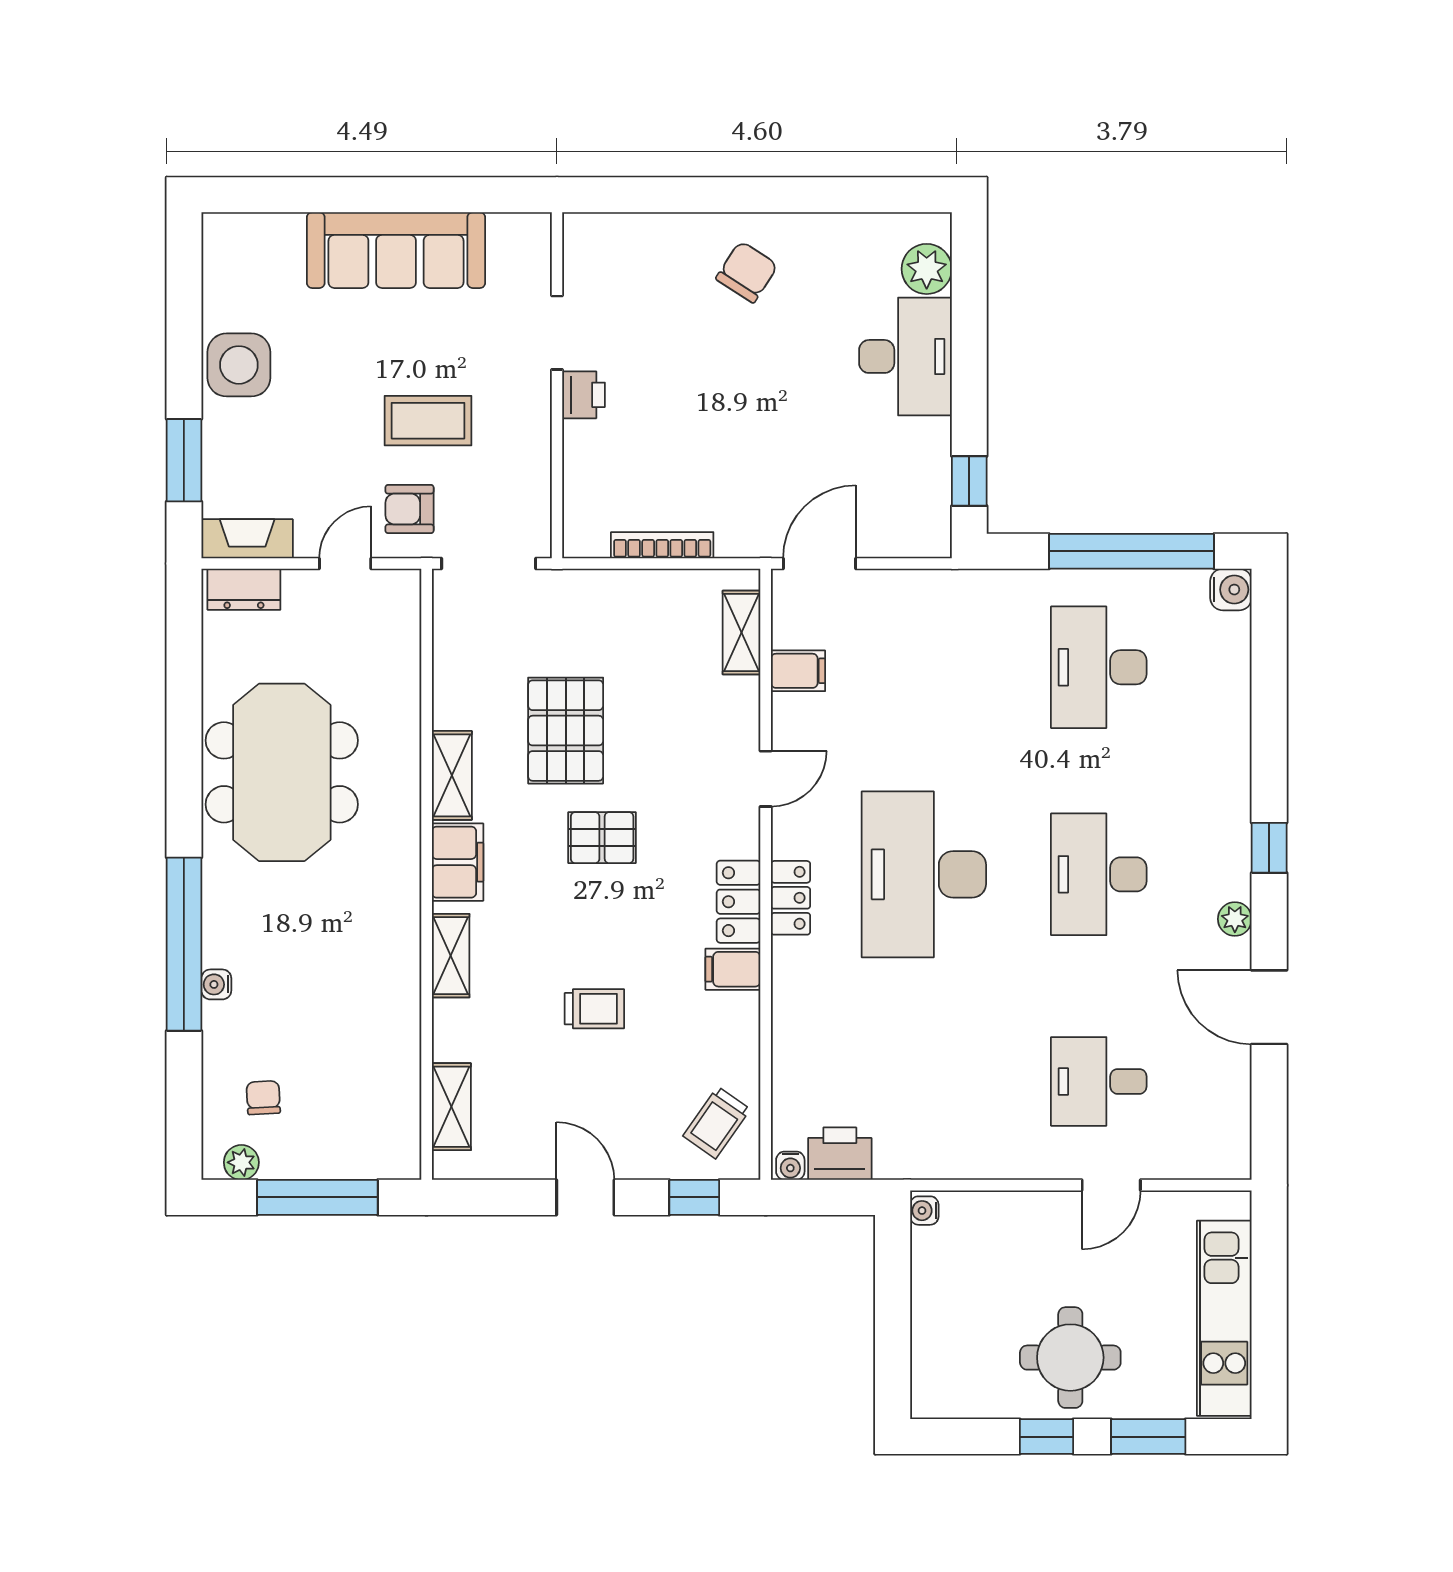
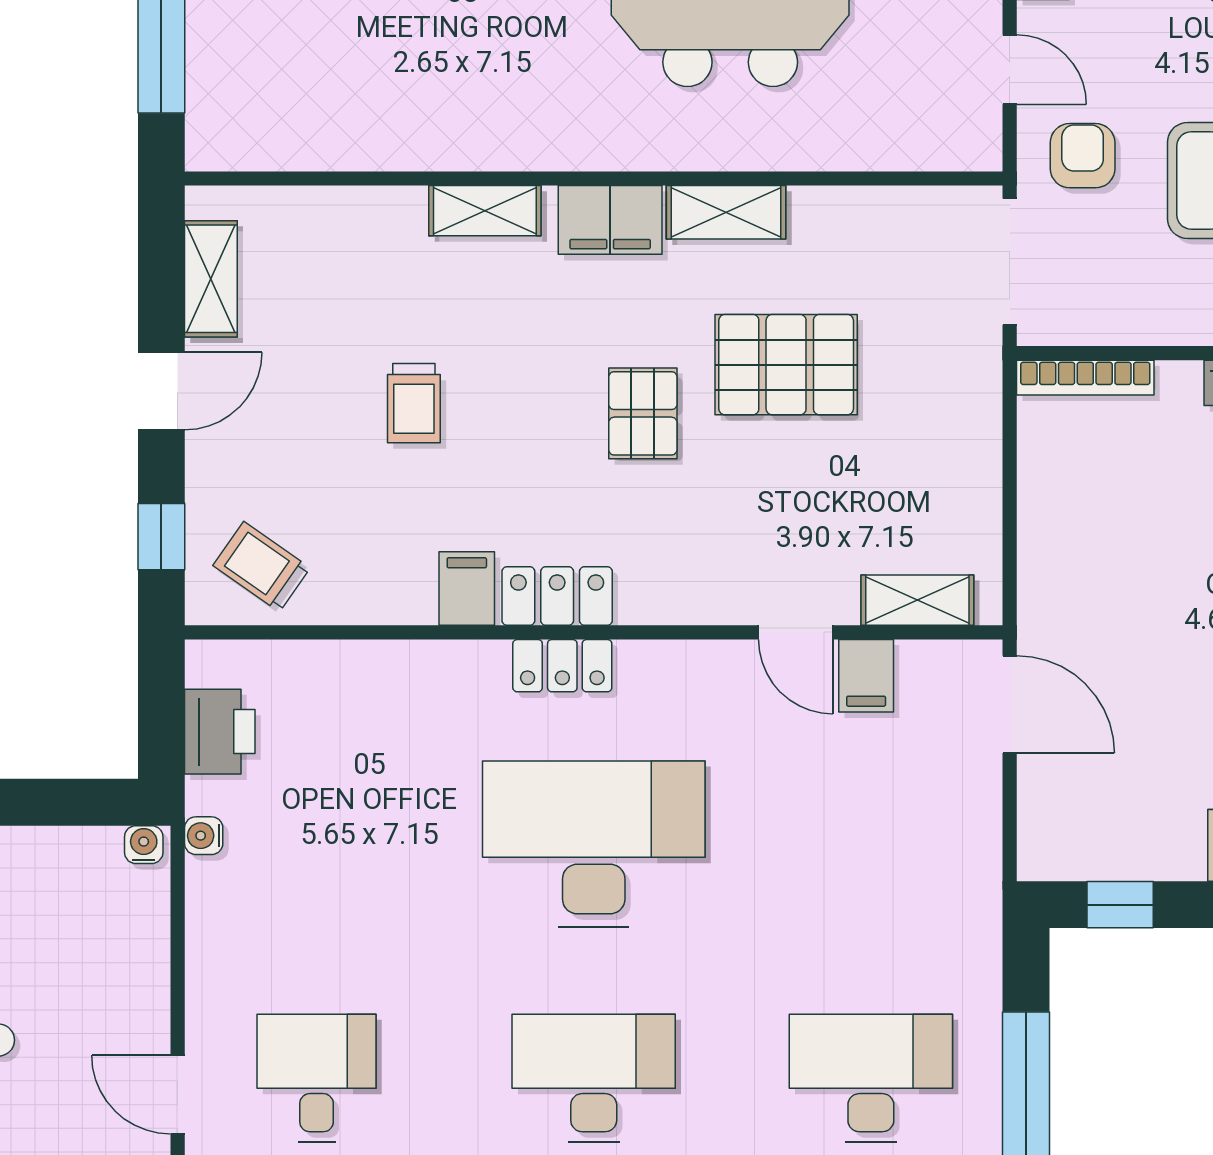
bookcase: (662, 545) -> (1085, 378), moved, turned 90
door: (766, 779) -> (796, 632), moved
shelving: (451, 1107) -> (211, 279), moved, turned 90
water cooler: (790, 1166) -> (204, 836), moved

